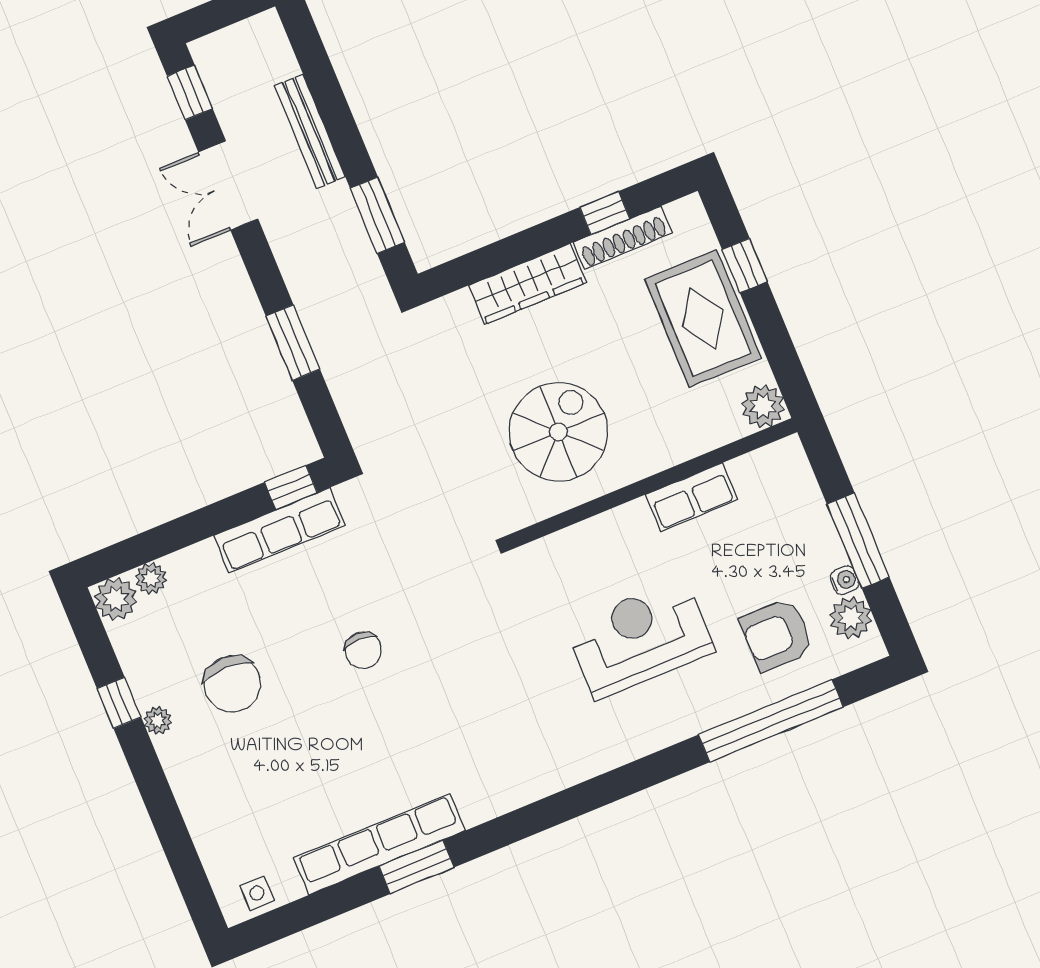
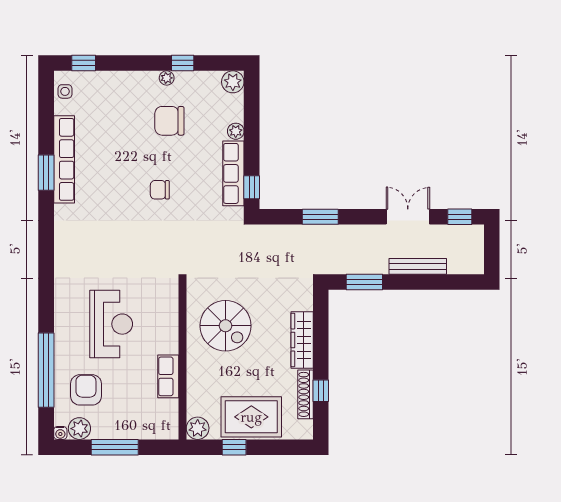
window: (745, 266) -> (234, 447), moved
plant: (151, 578) -> (236, 131), moved
water cooler: (845, 580) -> (60, 433), moved
window: (192, 880) -> (84, 63), added

